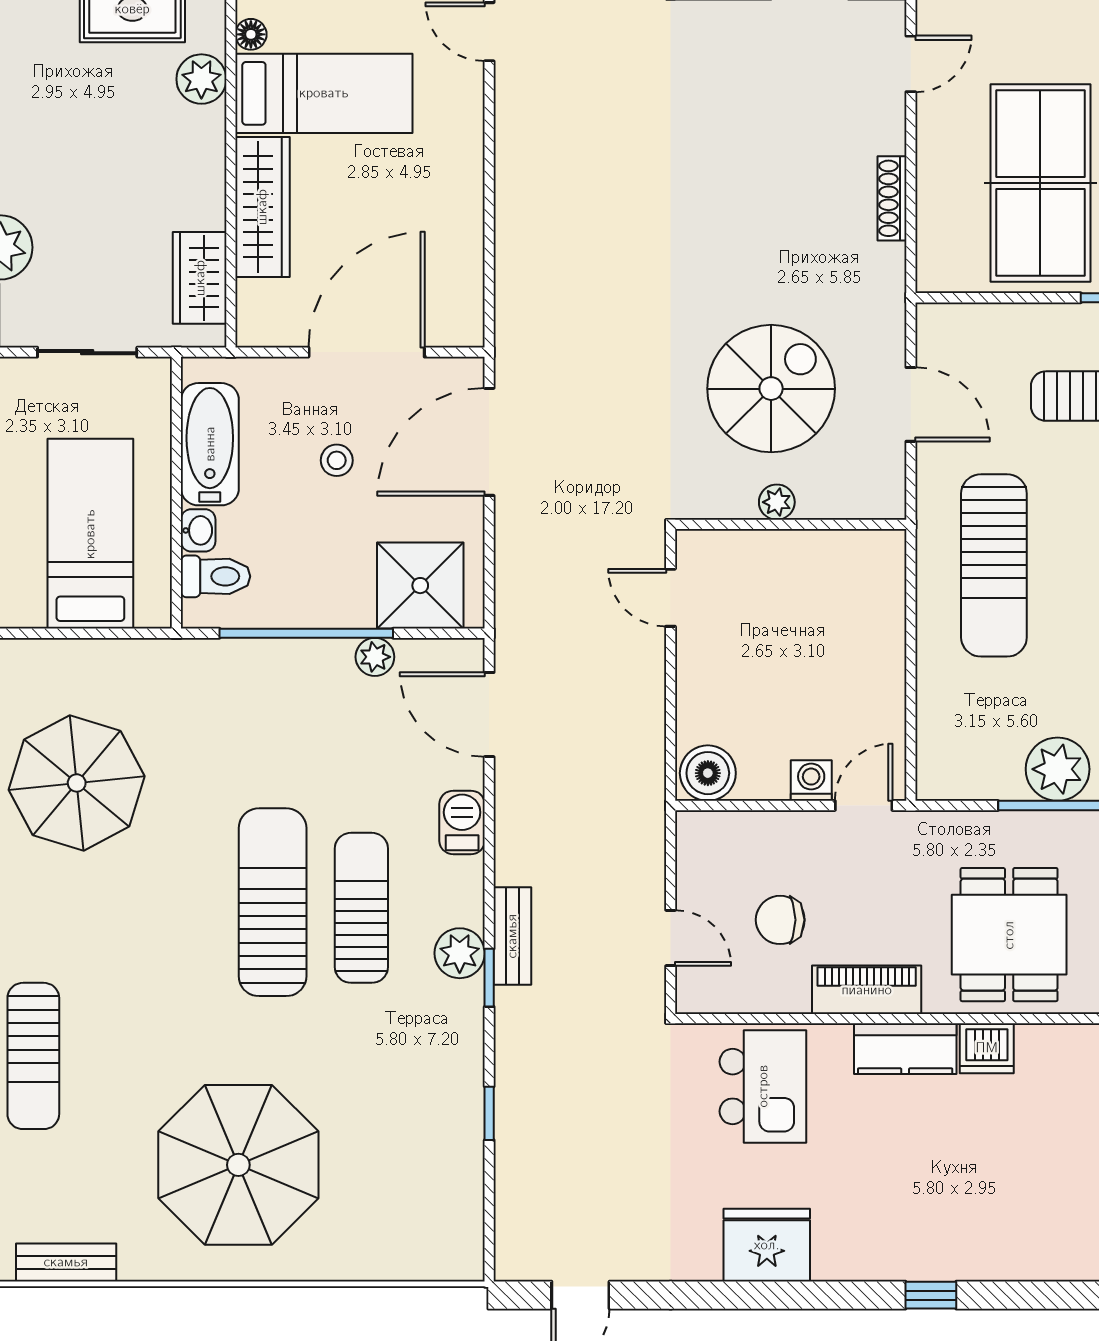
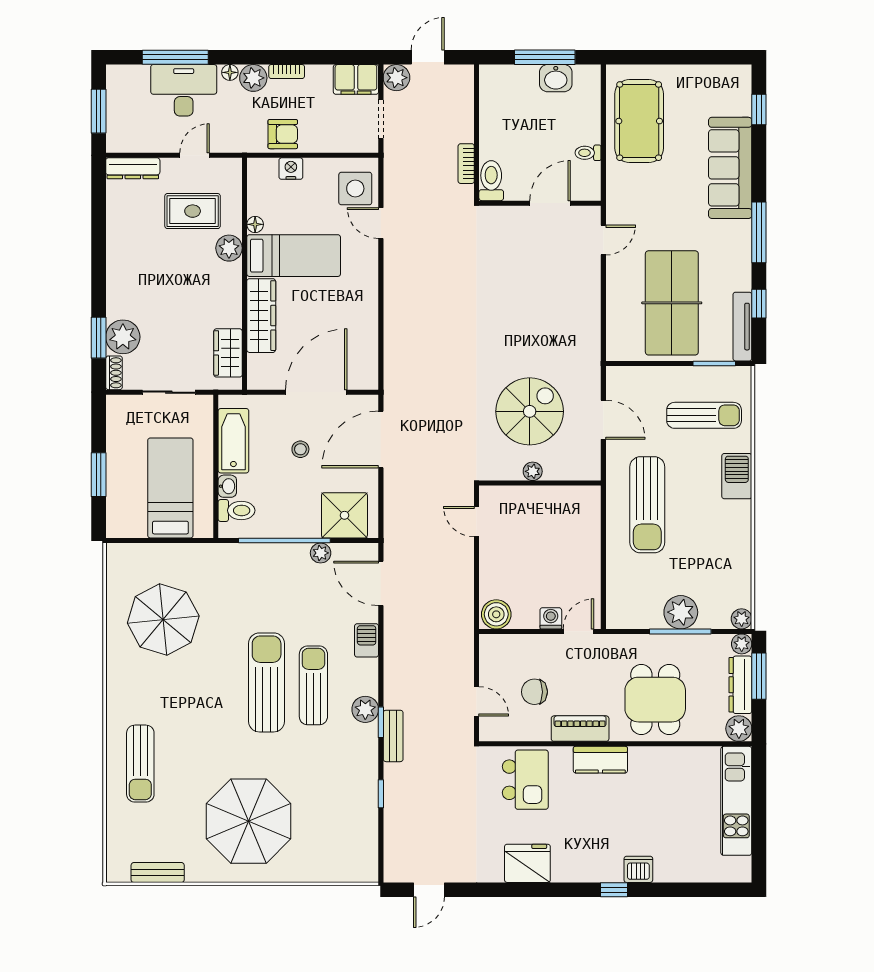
shoe rack: (892, 198) -> (593, 311), removed
bench: (512, 936) -> (393, 736), moved
dishwasher: (987, 1048) -> (638, 869), moved, turned 180

